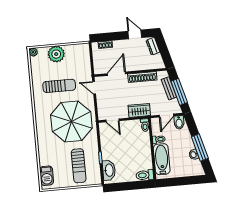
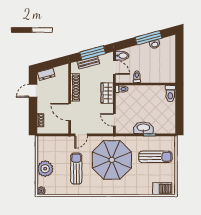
door: (112, 120) -> (114, 120), swing flipped
bathtub: (162, 159) -> (156, 76), removed
washbasin: (109, 170) -> (143, 128), moved

